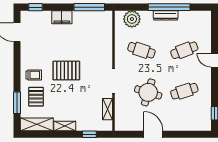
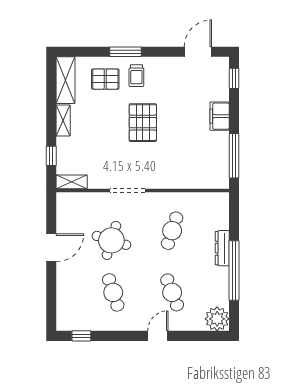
dresser: (166, 15) -> (222, 248), moved
plant: (132, 19) -> (217, 319), moved
window: (17, 103) -> (125, 52), moved
shelving: (108, 109) -> (72, 182), moved

